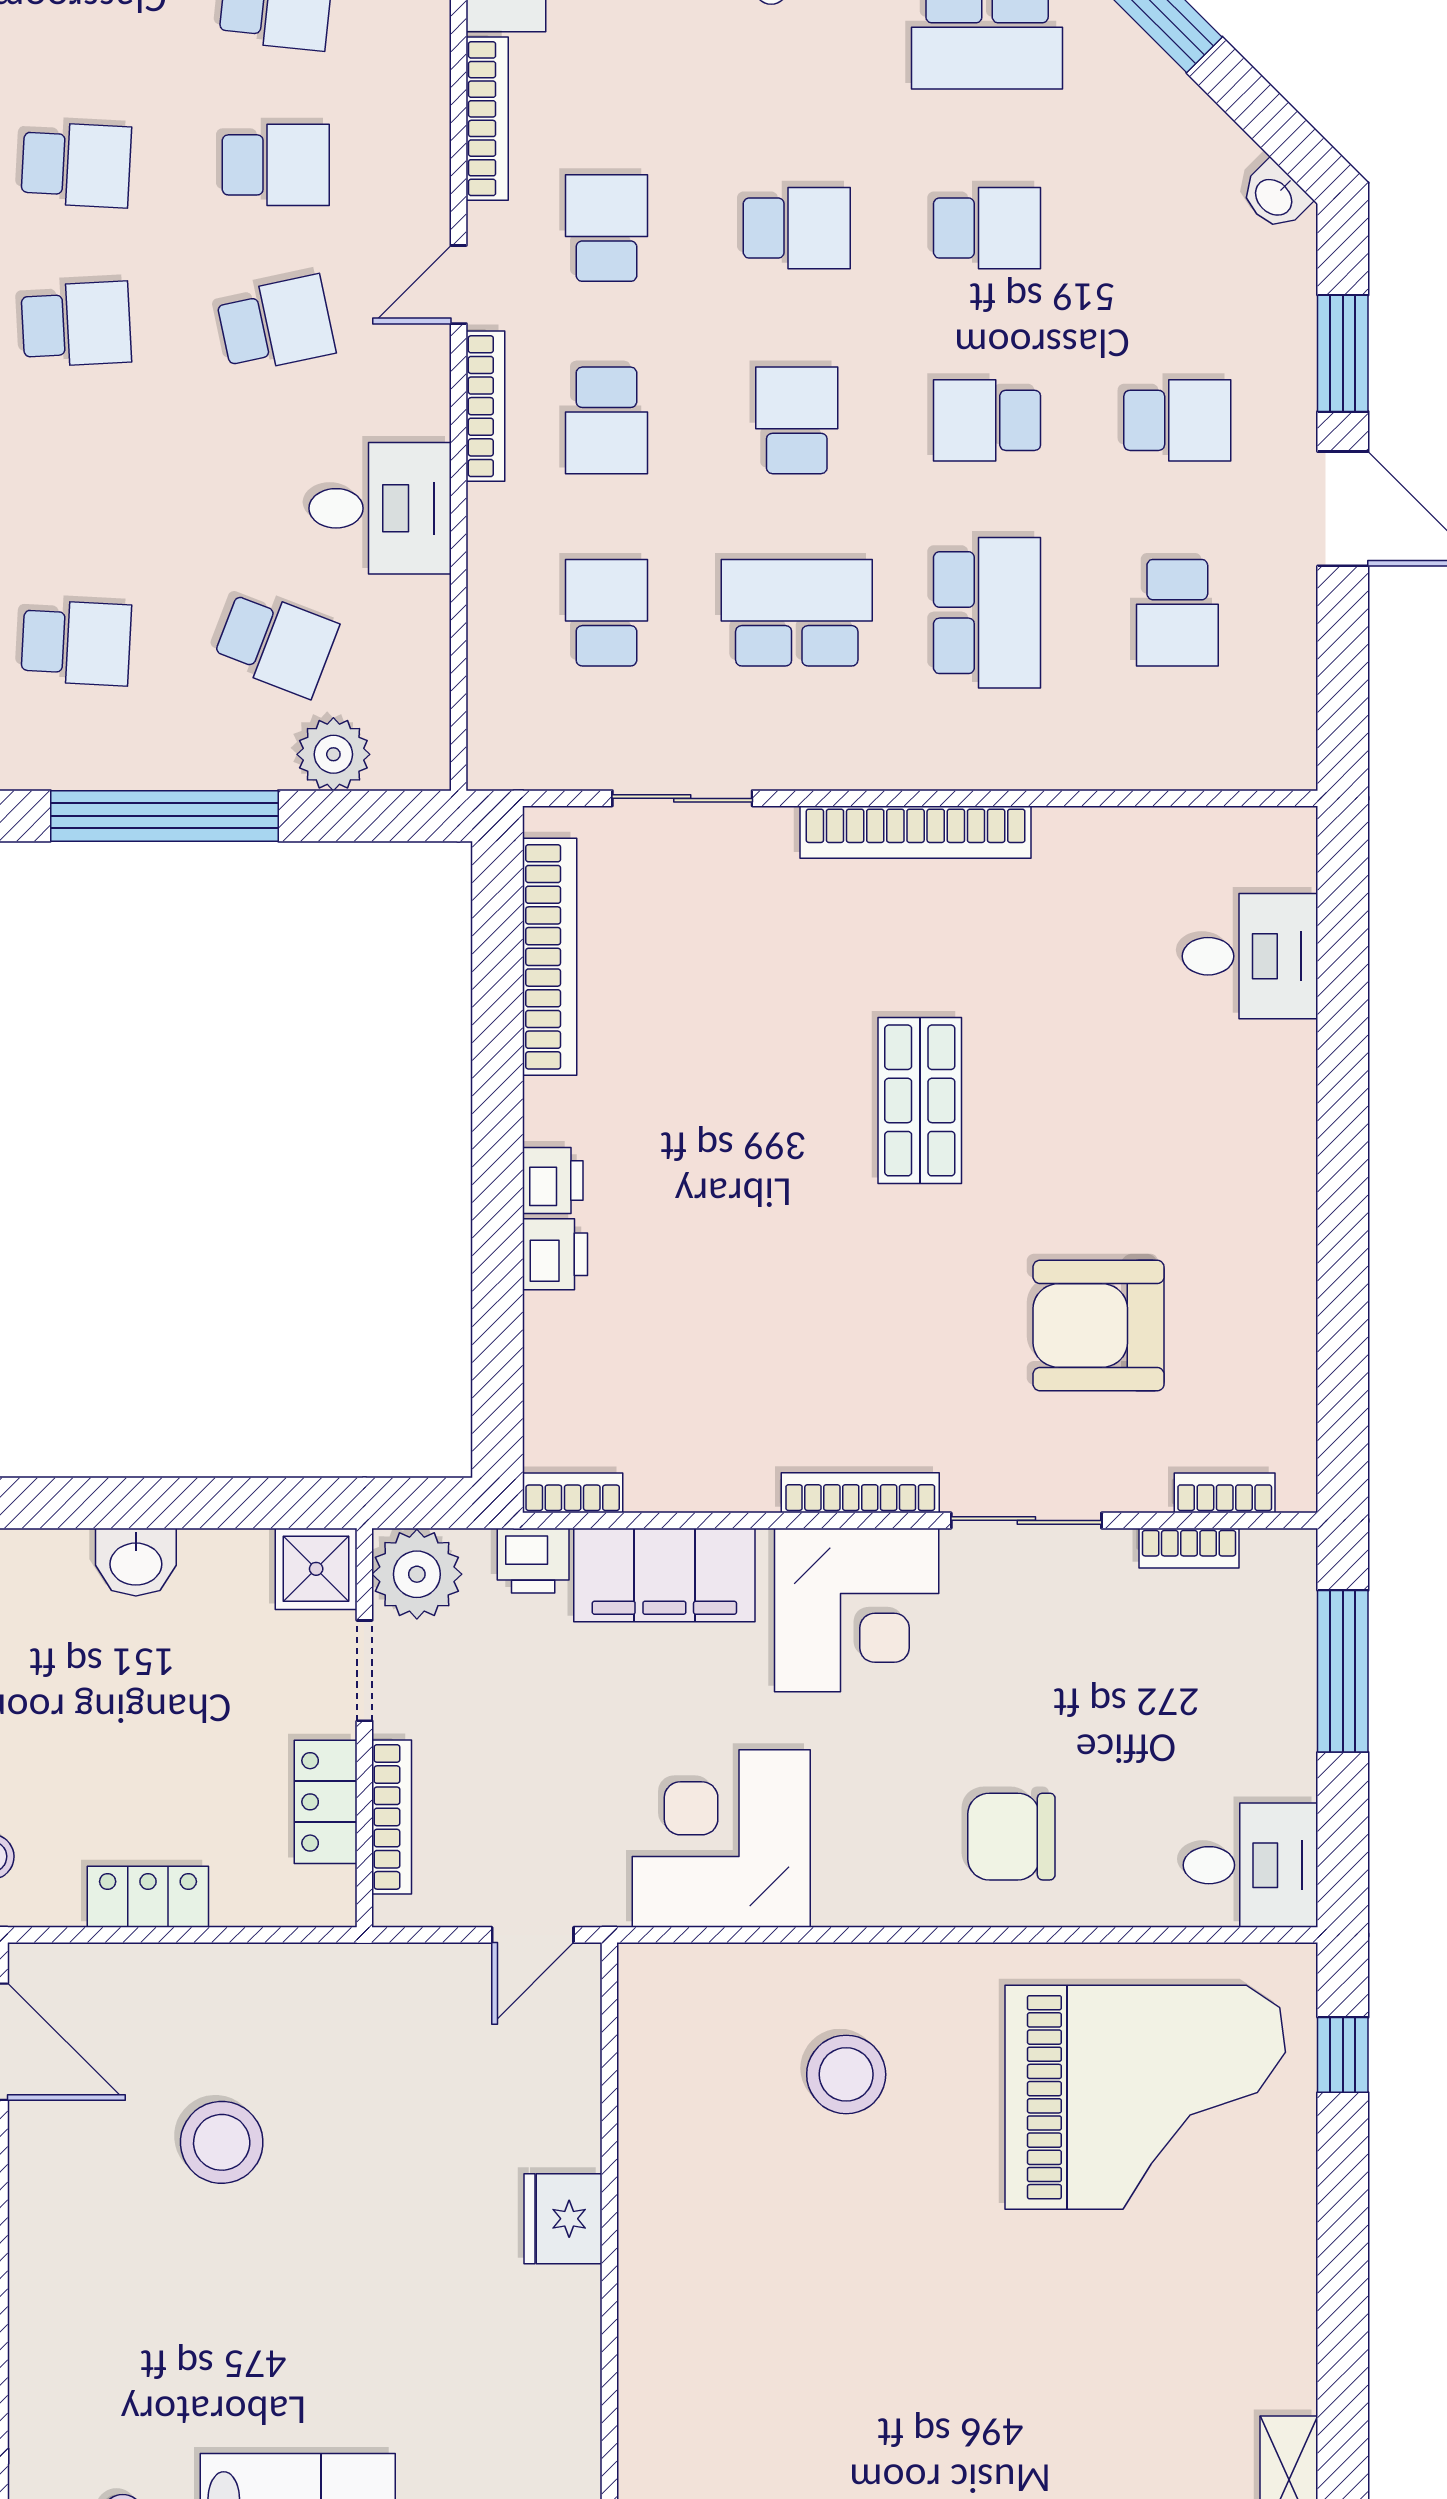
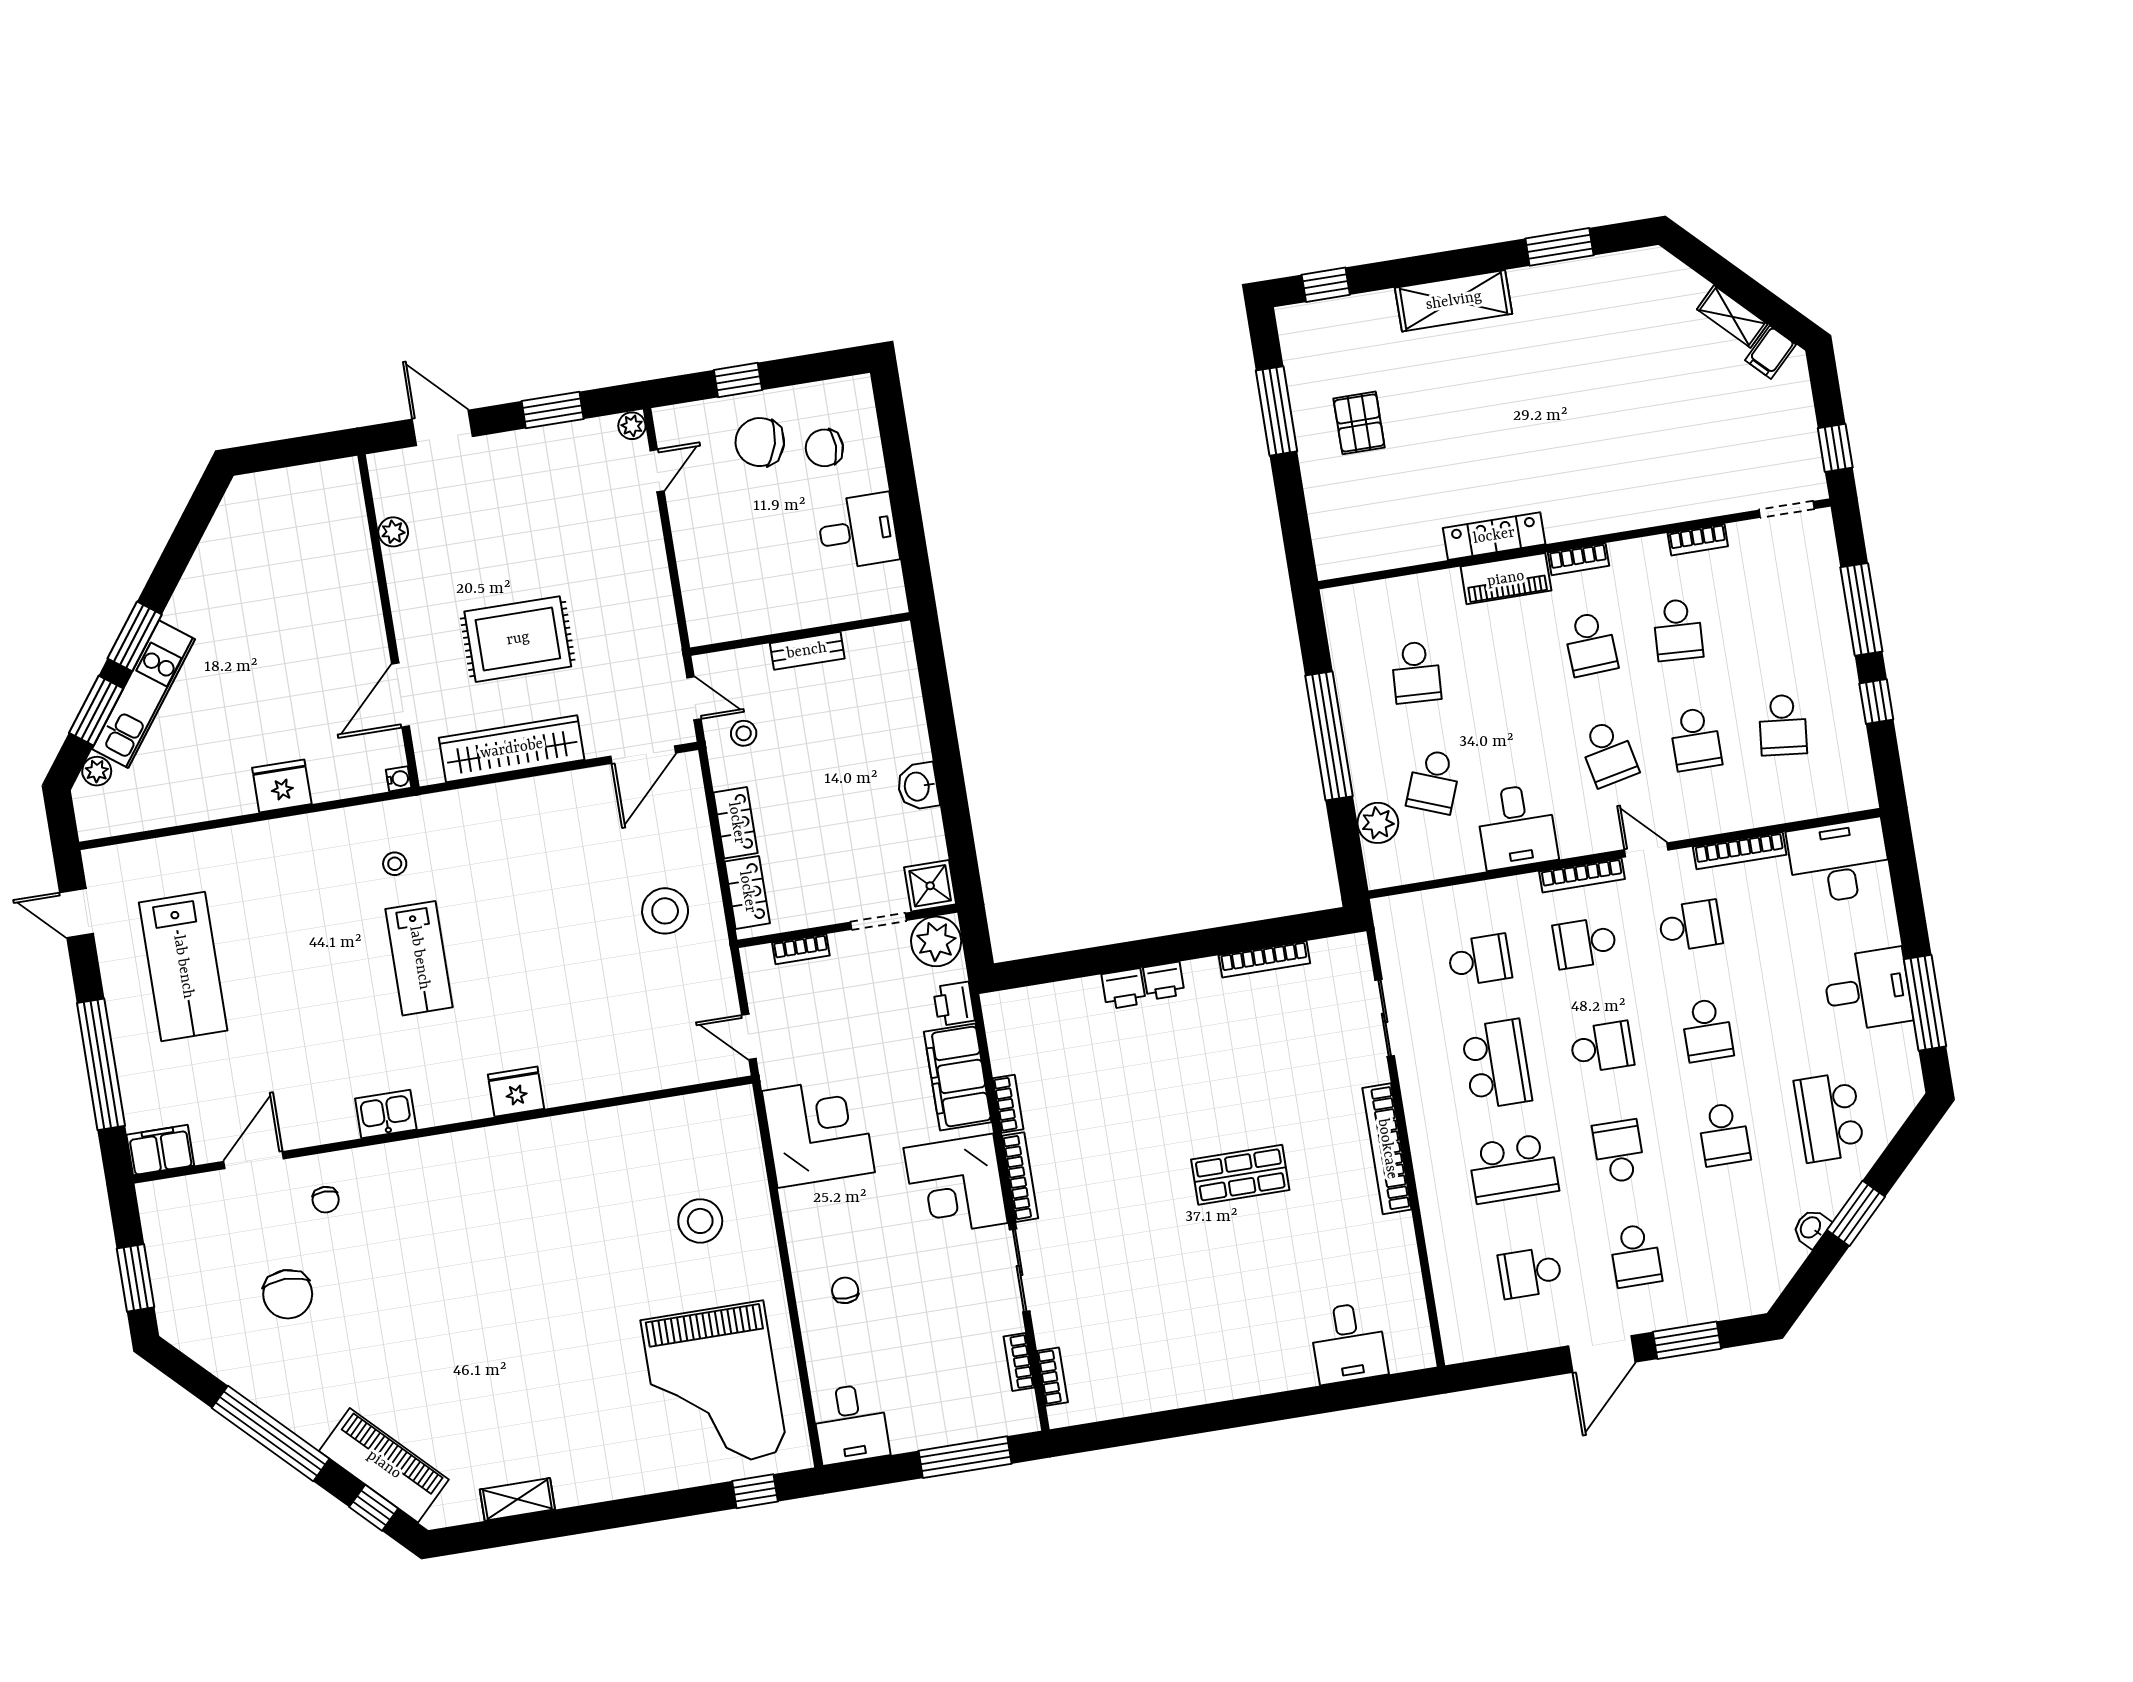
washbasin: (1275, 196) -> (1811, 1228), moved
bookcase: (550, 957) -> (1264, 959), width x0.68, depth x0.76
armchair: (1099, 1326) -> (1133, 1293), removed
bookcase: (573, 1493) -> (1008, 1104), moved
locker: (326, 1802) -> (747, 892), moved, turned 90
bookcase: (392, 1817) -> (801, 949), width x0.64
chair: (1011, 1837) -> (845, 1290), width x0.54, depth x0.54
stool: (222, 2142) -> (665, 911), moved
fridge: (563, 2219) -> (516, 1092), moved

